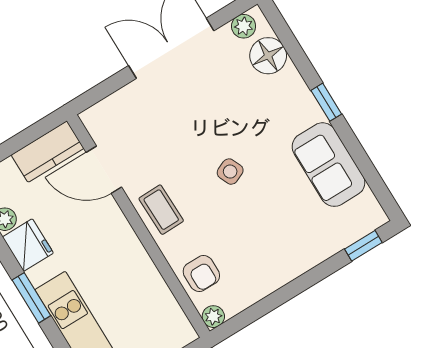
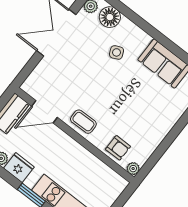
window: (326, 102) -> (151, 30), removed
side table: (230, 172) -> (116, 52), moved

